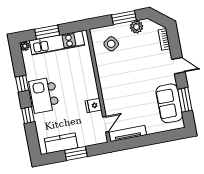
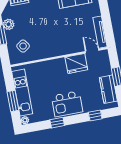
fridge: (93, 105) -> (76, 63), width x1.88, depth x1.34
window: (28, 115) -> (95, 115), moved

